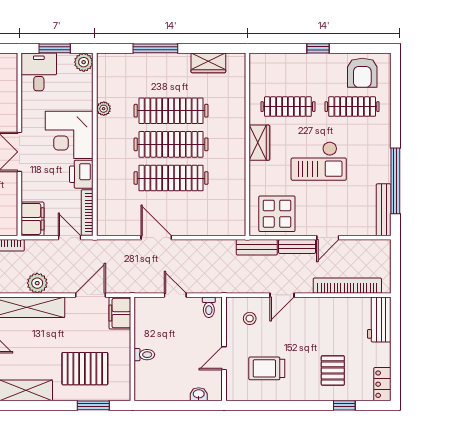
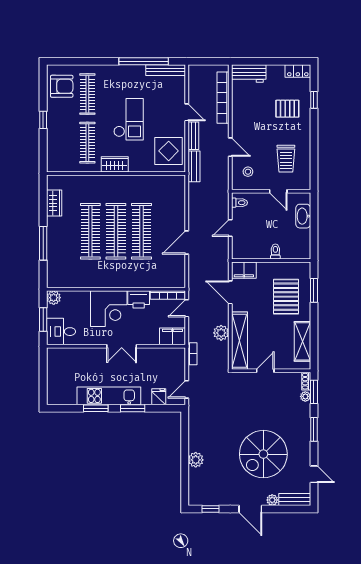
plant: (104, 109) -> (89, 282), removed
washbasin: (199, 394) -> (303, 216), width x1.91, depth x1.45

